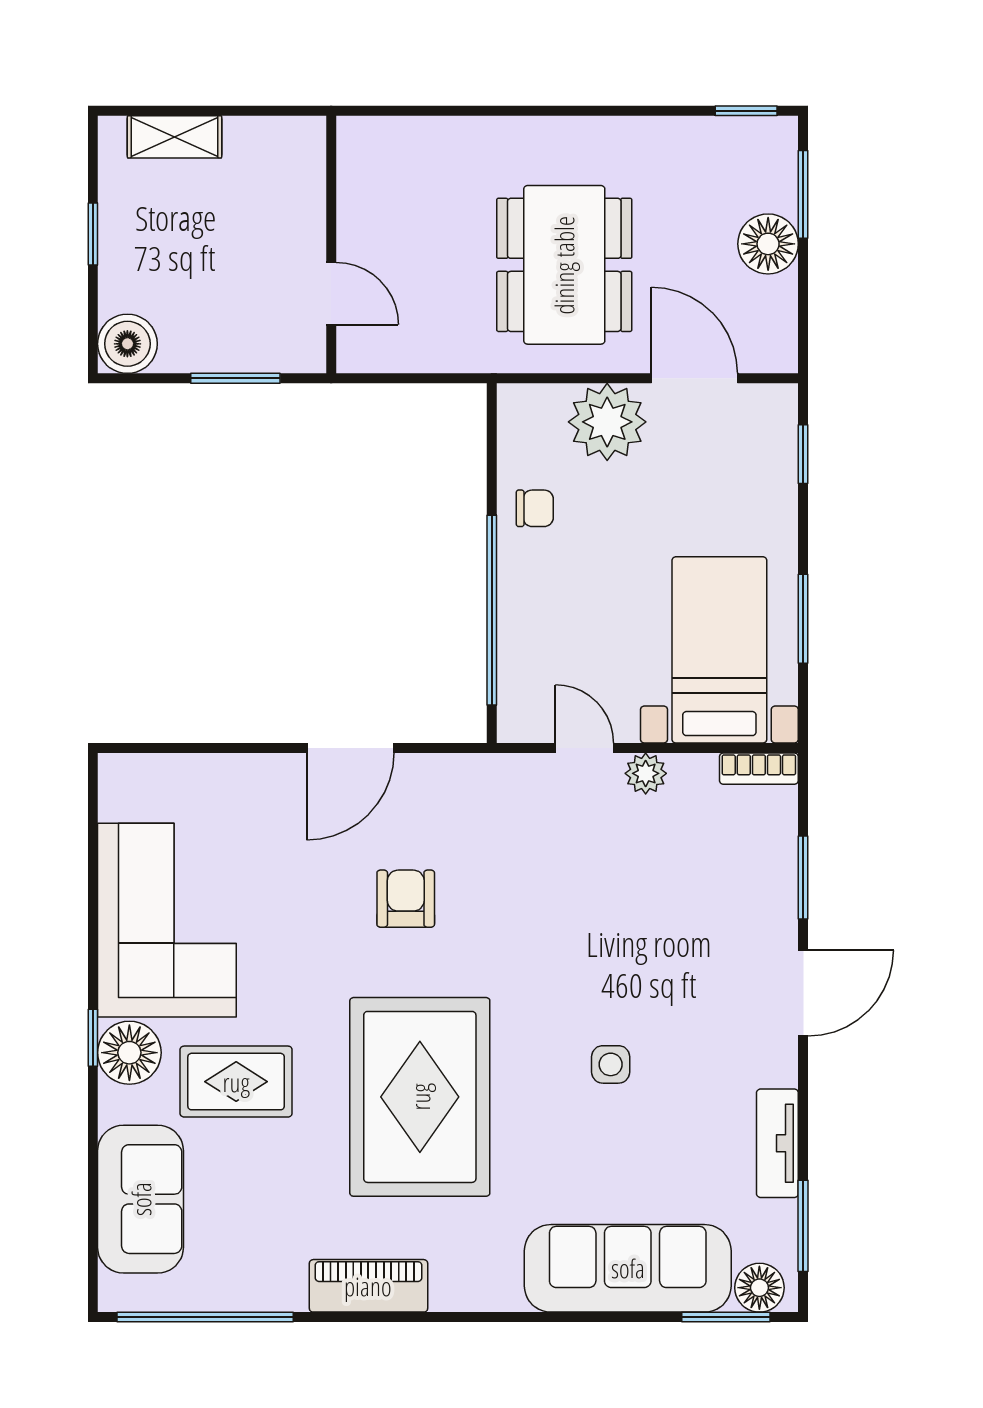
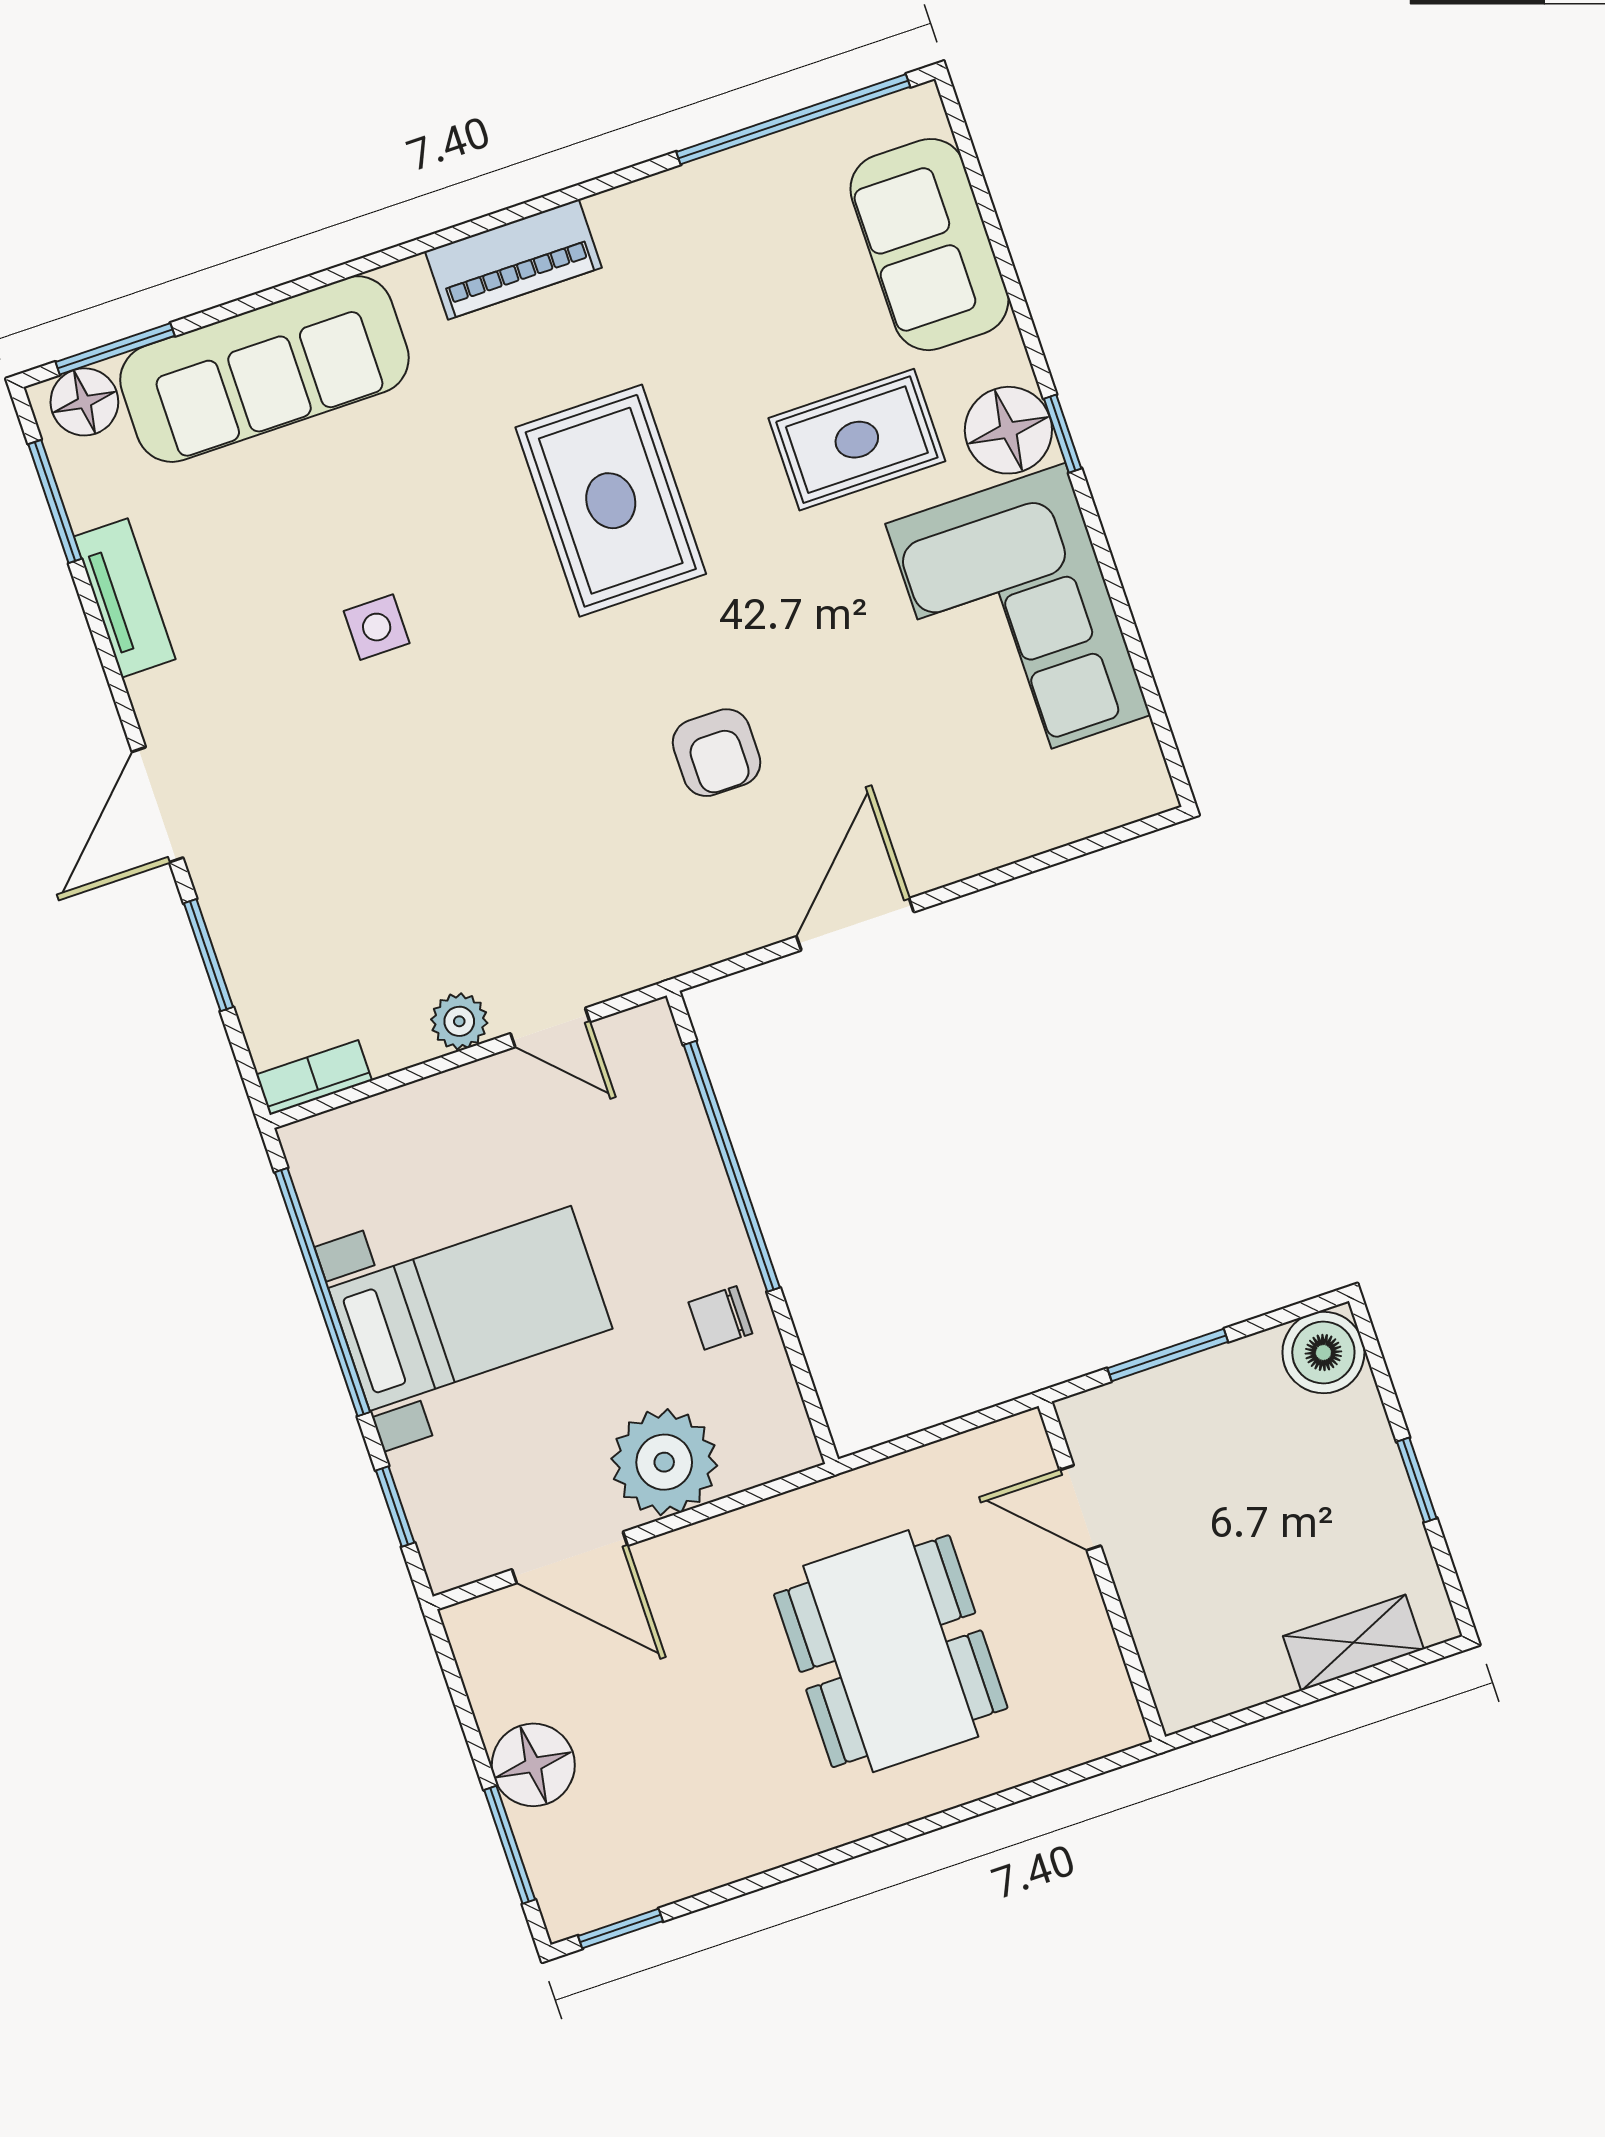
dining table: (564, 265) -> (891, 1651), moved
window: (803, 619) -> (323, 1292), width x2.11
bed with nightstands: (719, 650) -> (470, 1308), moved, turned -90
rug: (420, 1097) -> (611, 501), width x0.73, depth x0.69
piano: (368, 1286) -> (513, 259), moved

